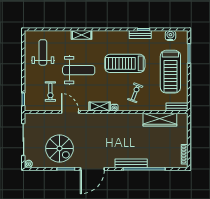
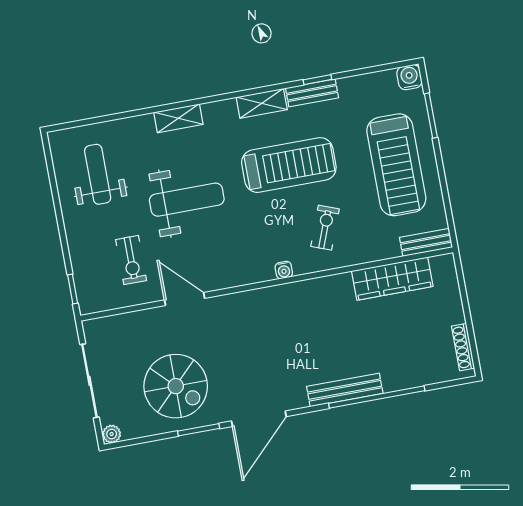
water cooler: (170, 35) -> (409, 77), moved
treadmill: (125, 63) -> (289, 165), turned 180
shelving: (100, 106) -> (262, 103), moved

